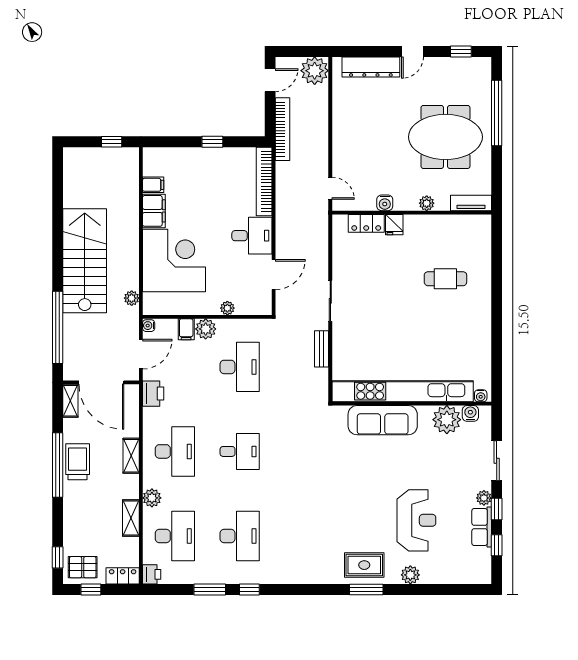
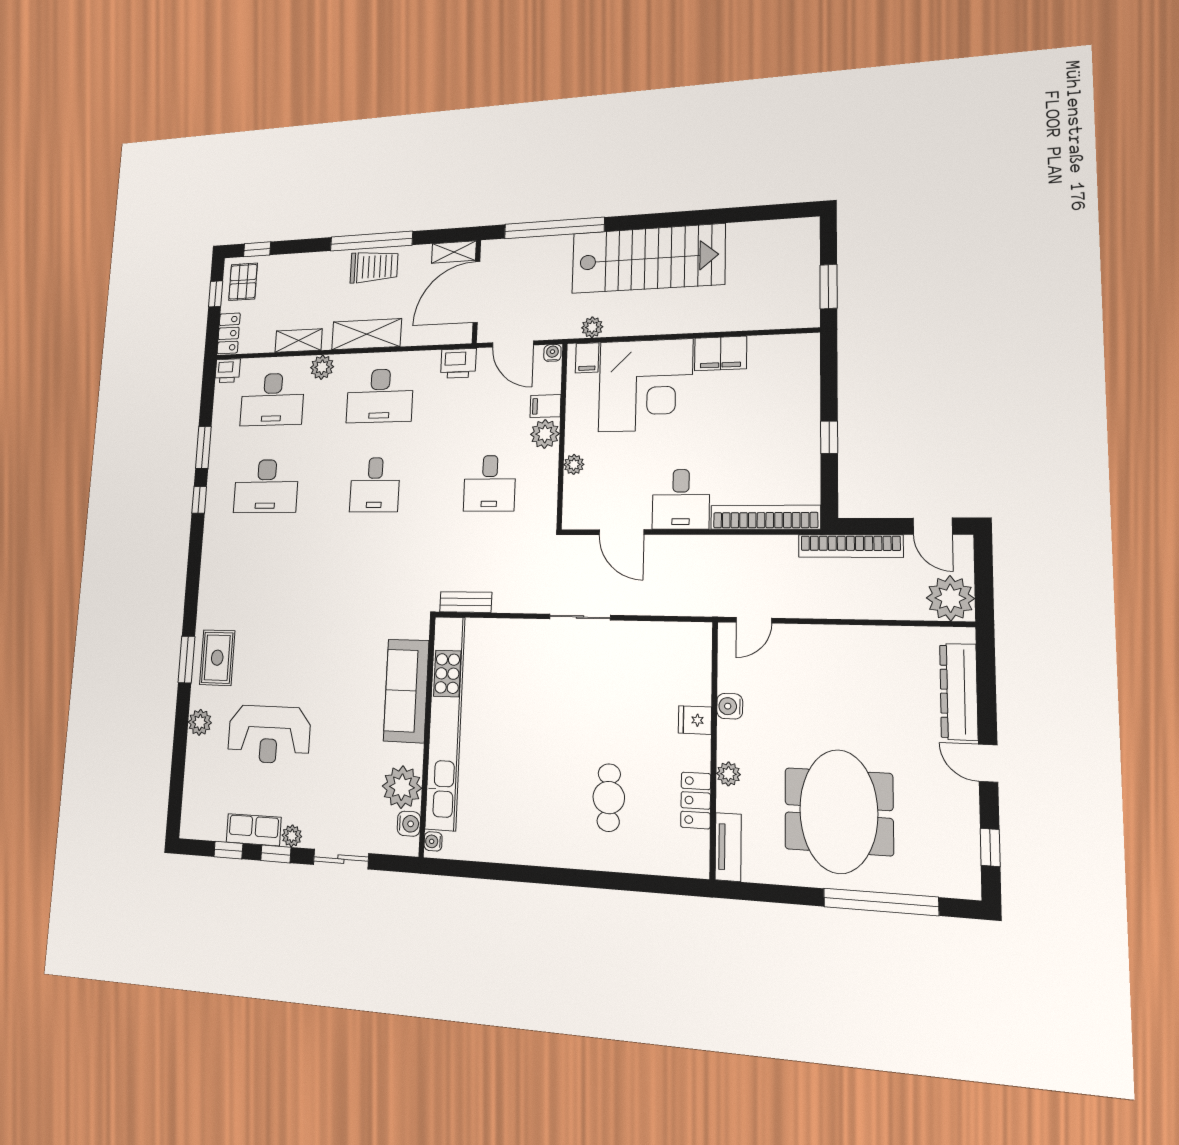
window: (112, 142) -> (828, 287), width x1.50
filing cabinet: (153, 185) -> (587, 358), moved
locker: (366, 223) -> (696, 800), moved
bench: (322, 349) -> (466, 602), moved
desk: (240, 367) -> (490, 483), width x0.73
shelving: (131, 456) -> (366, 334), width x1.50, depth x1.33

